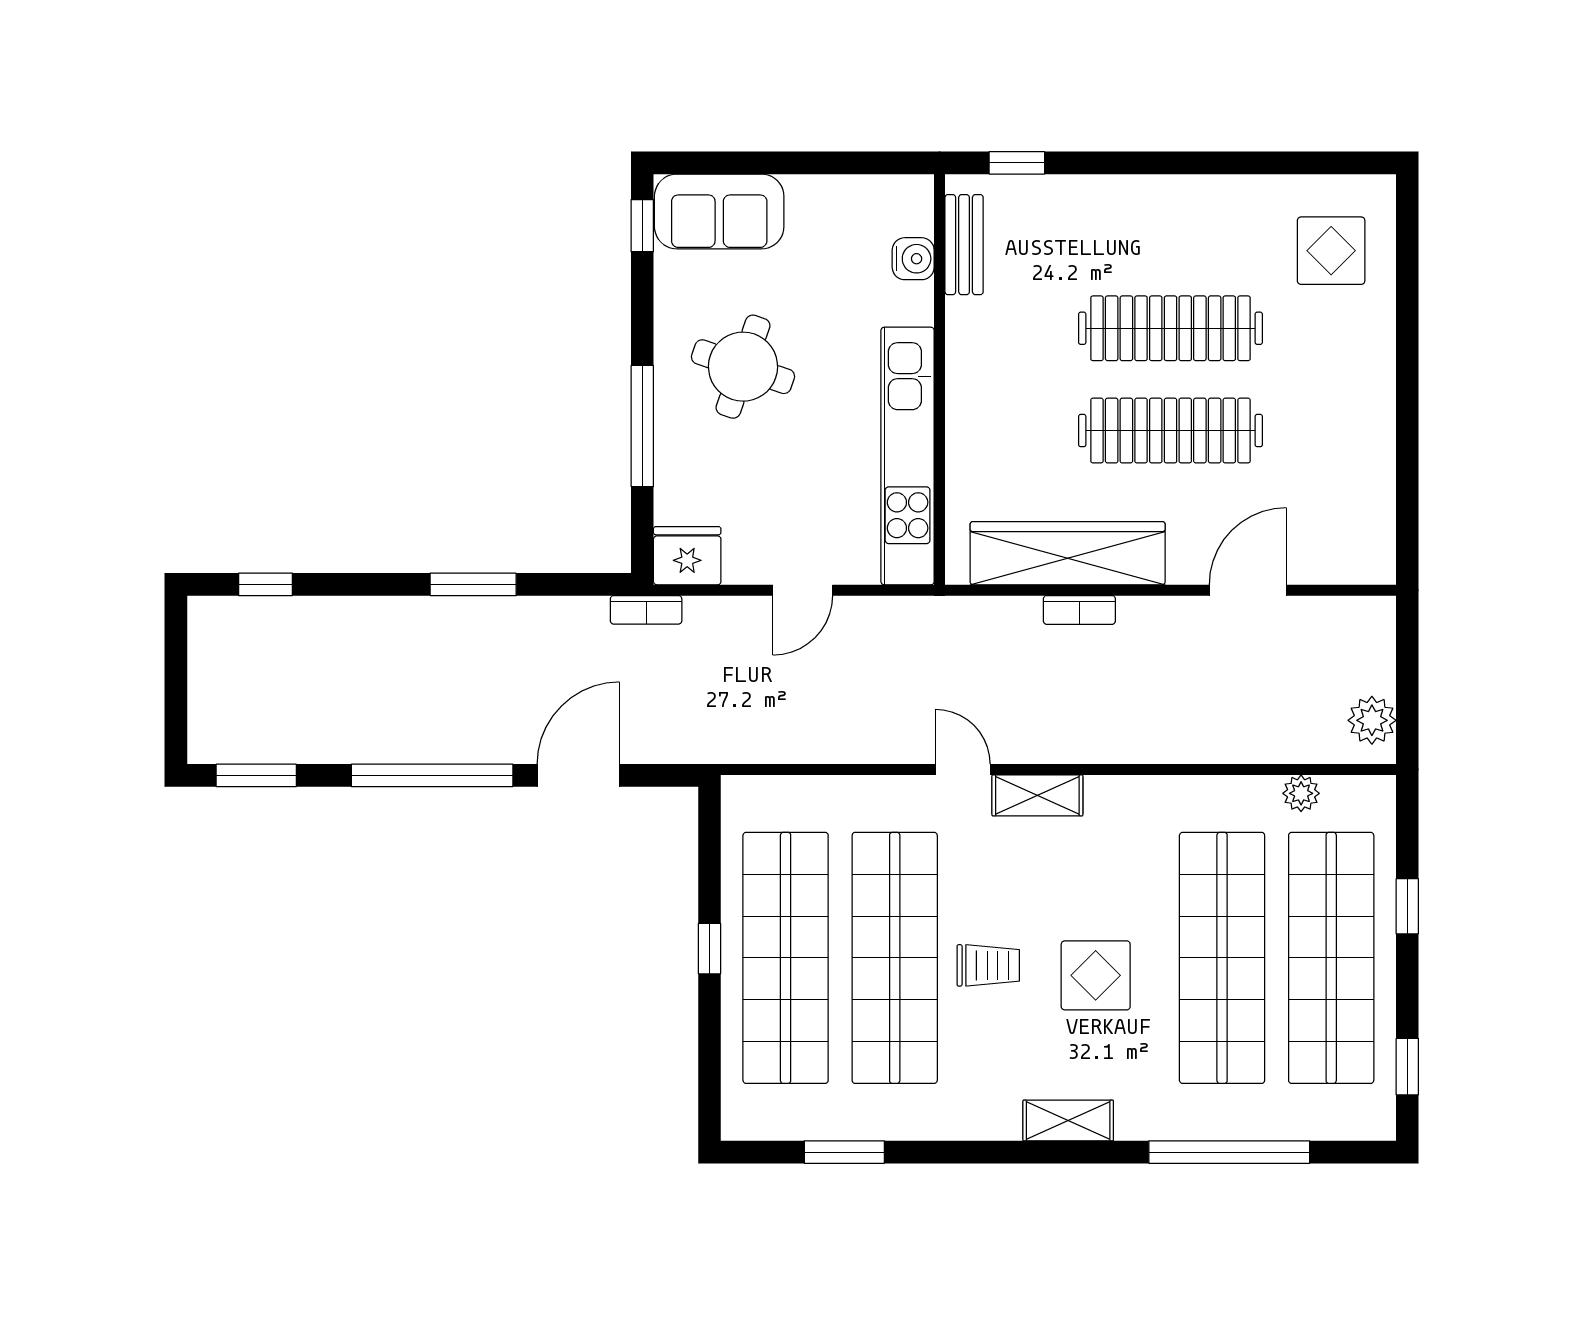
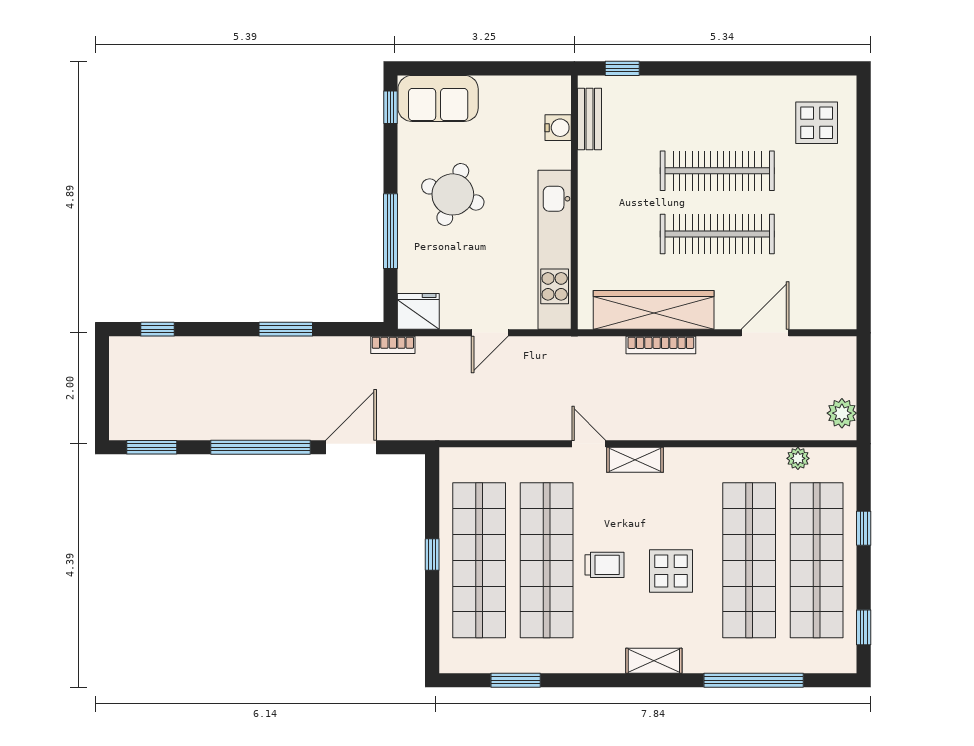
bookcase: (1079, 610) -> (661, 345), width x1.56

